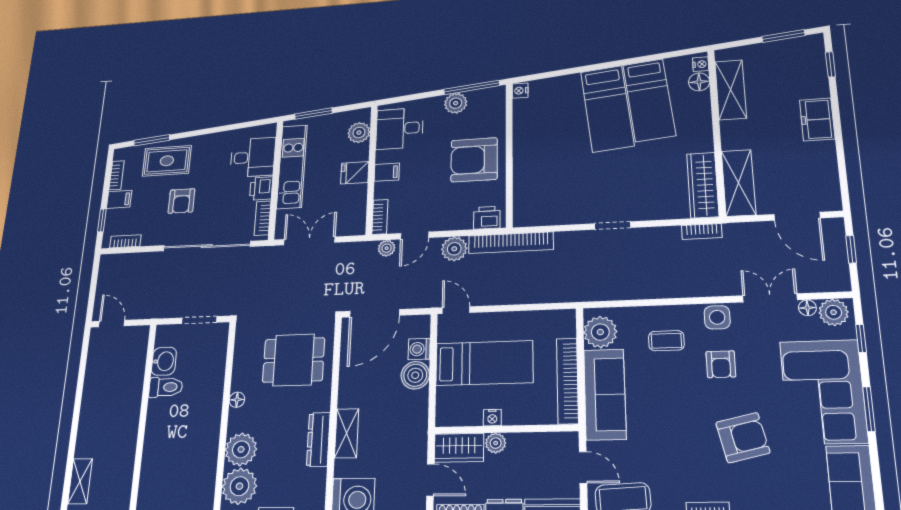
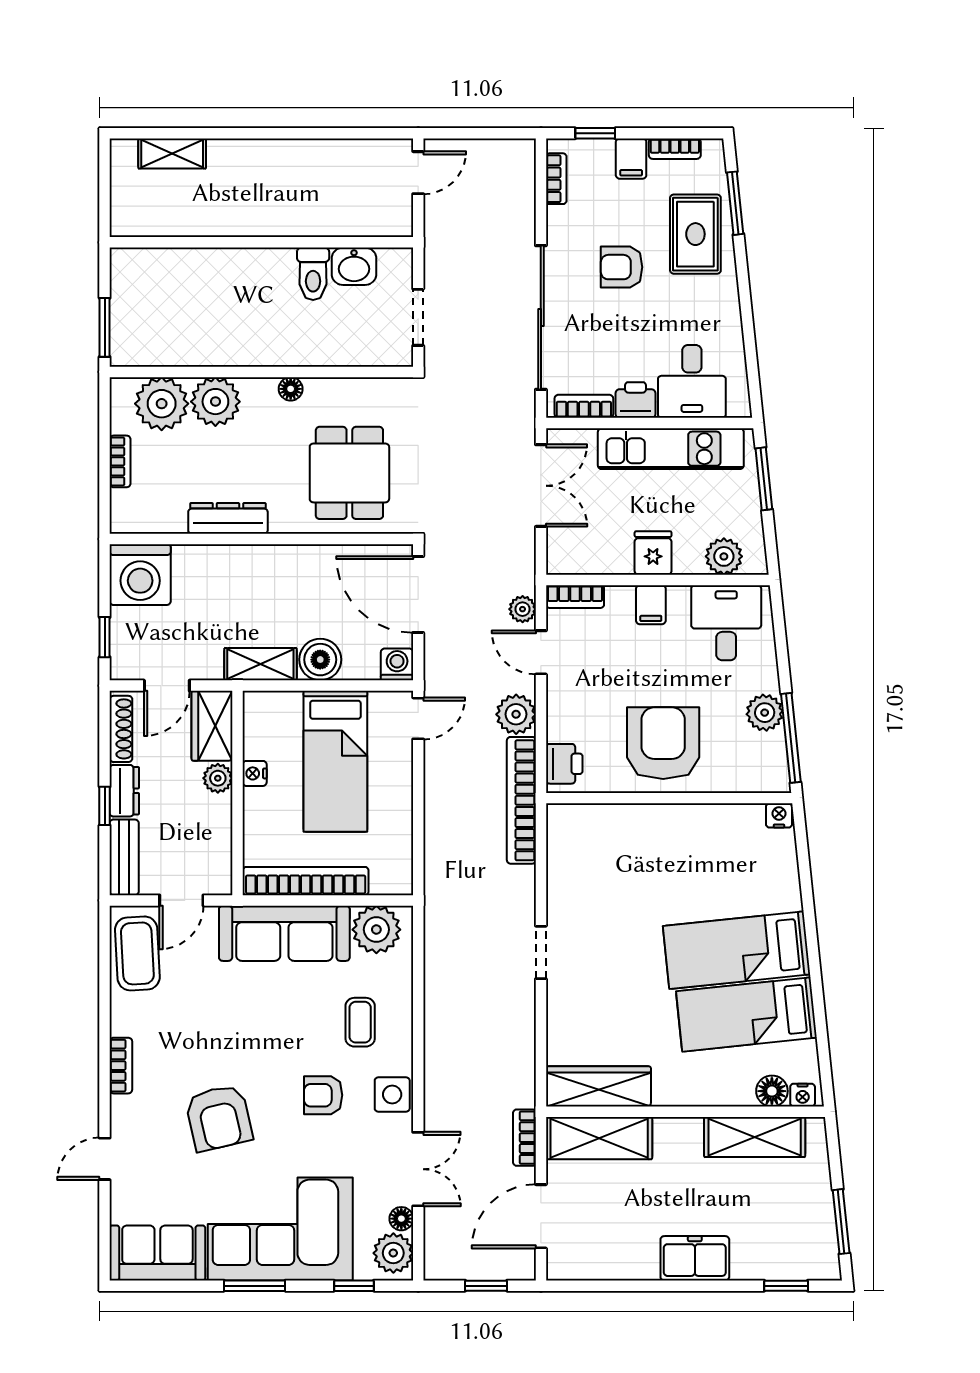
bookcase: (702, 231) -> (525, 1138), moved
washing machine: (419, 349) -> (397, 664), moved
shelving: (347, 433) -> (260, 664), moved

